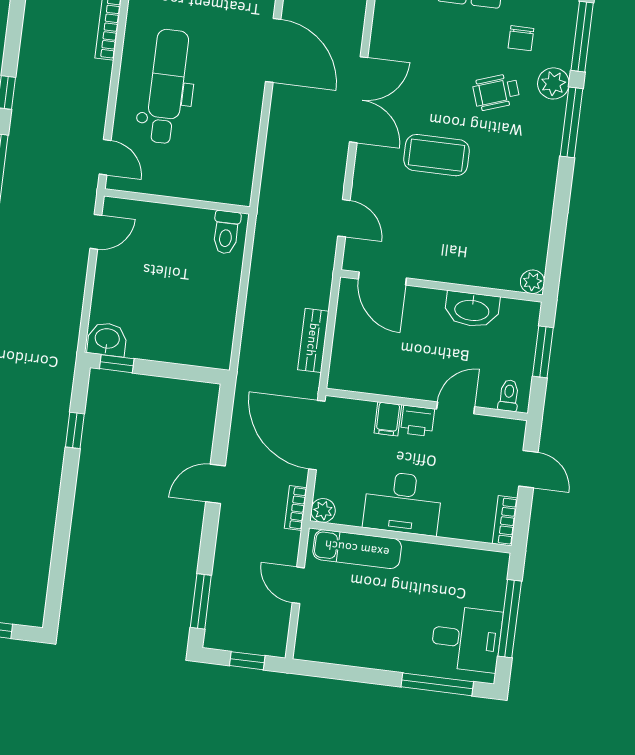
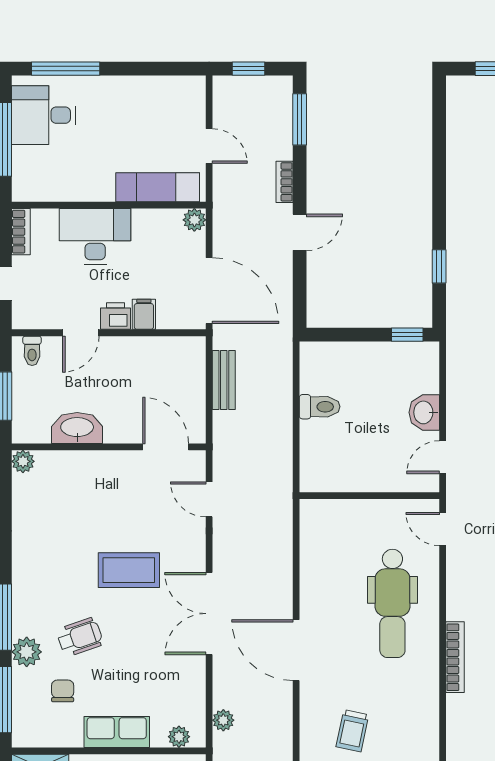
toilet: (226, 232) -> (320, 407), moved, turned 90
washbasin: (107, 339) -> (424, 412), moved, turned 90
desk: (403, 503) -> (95, 236), moved
bookcase: (296, 508) -> (285, 182), moved, turned 180

